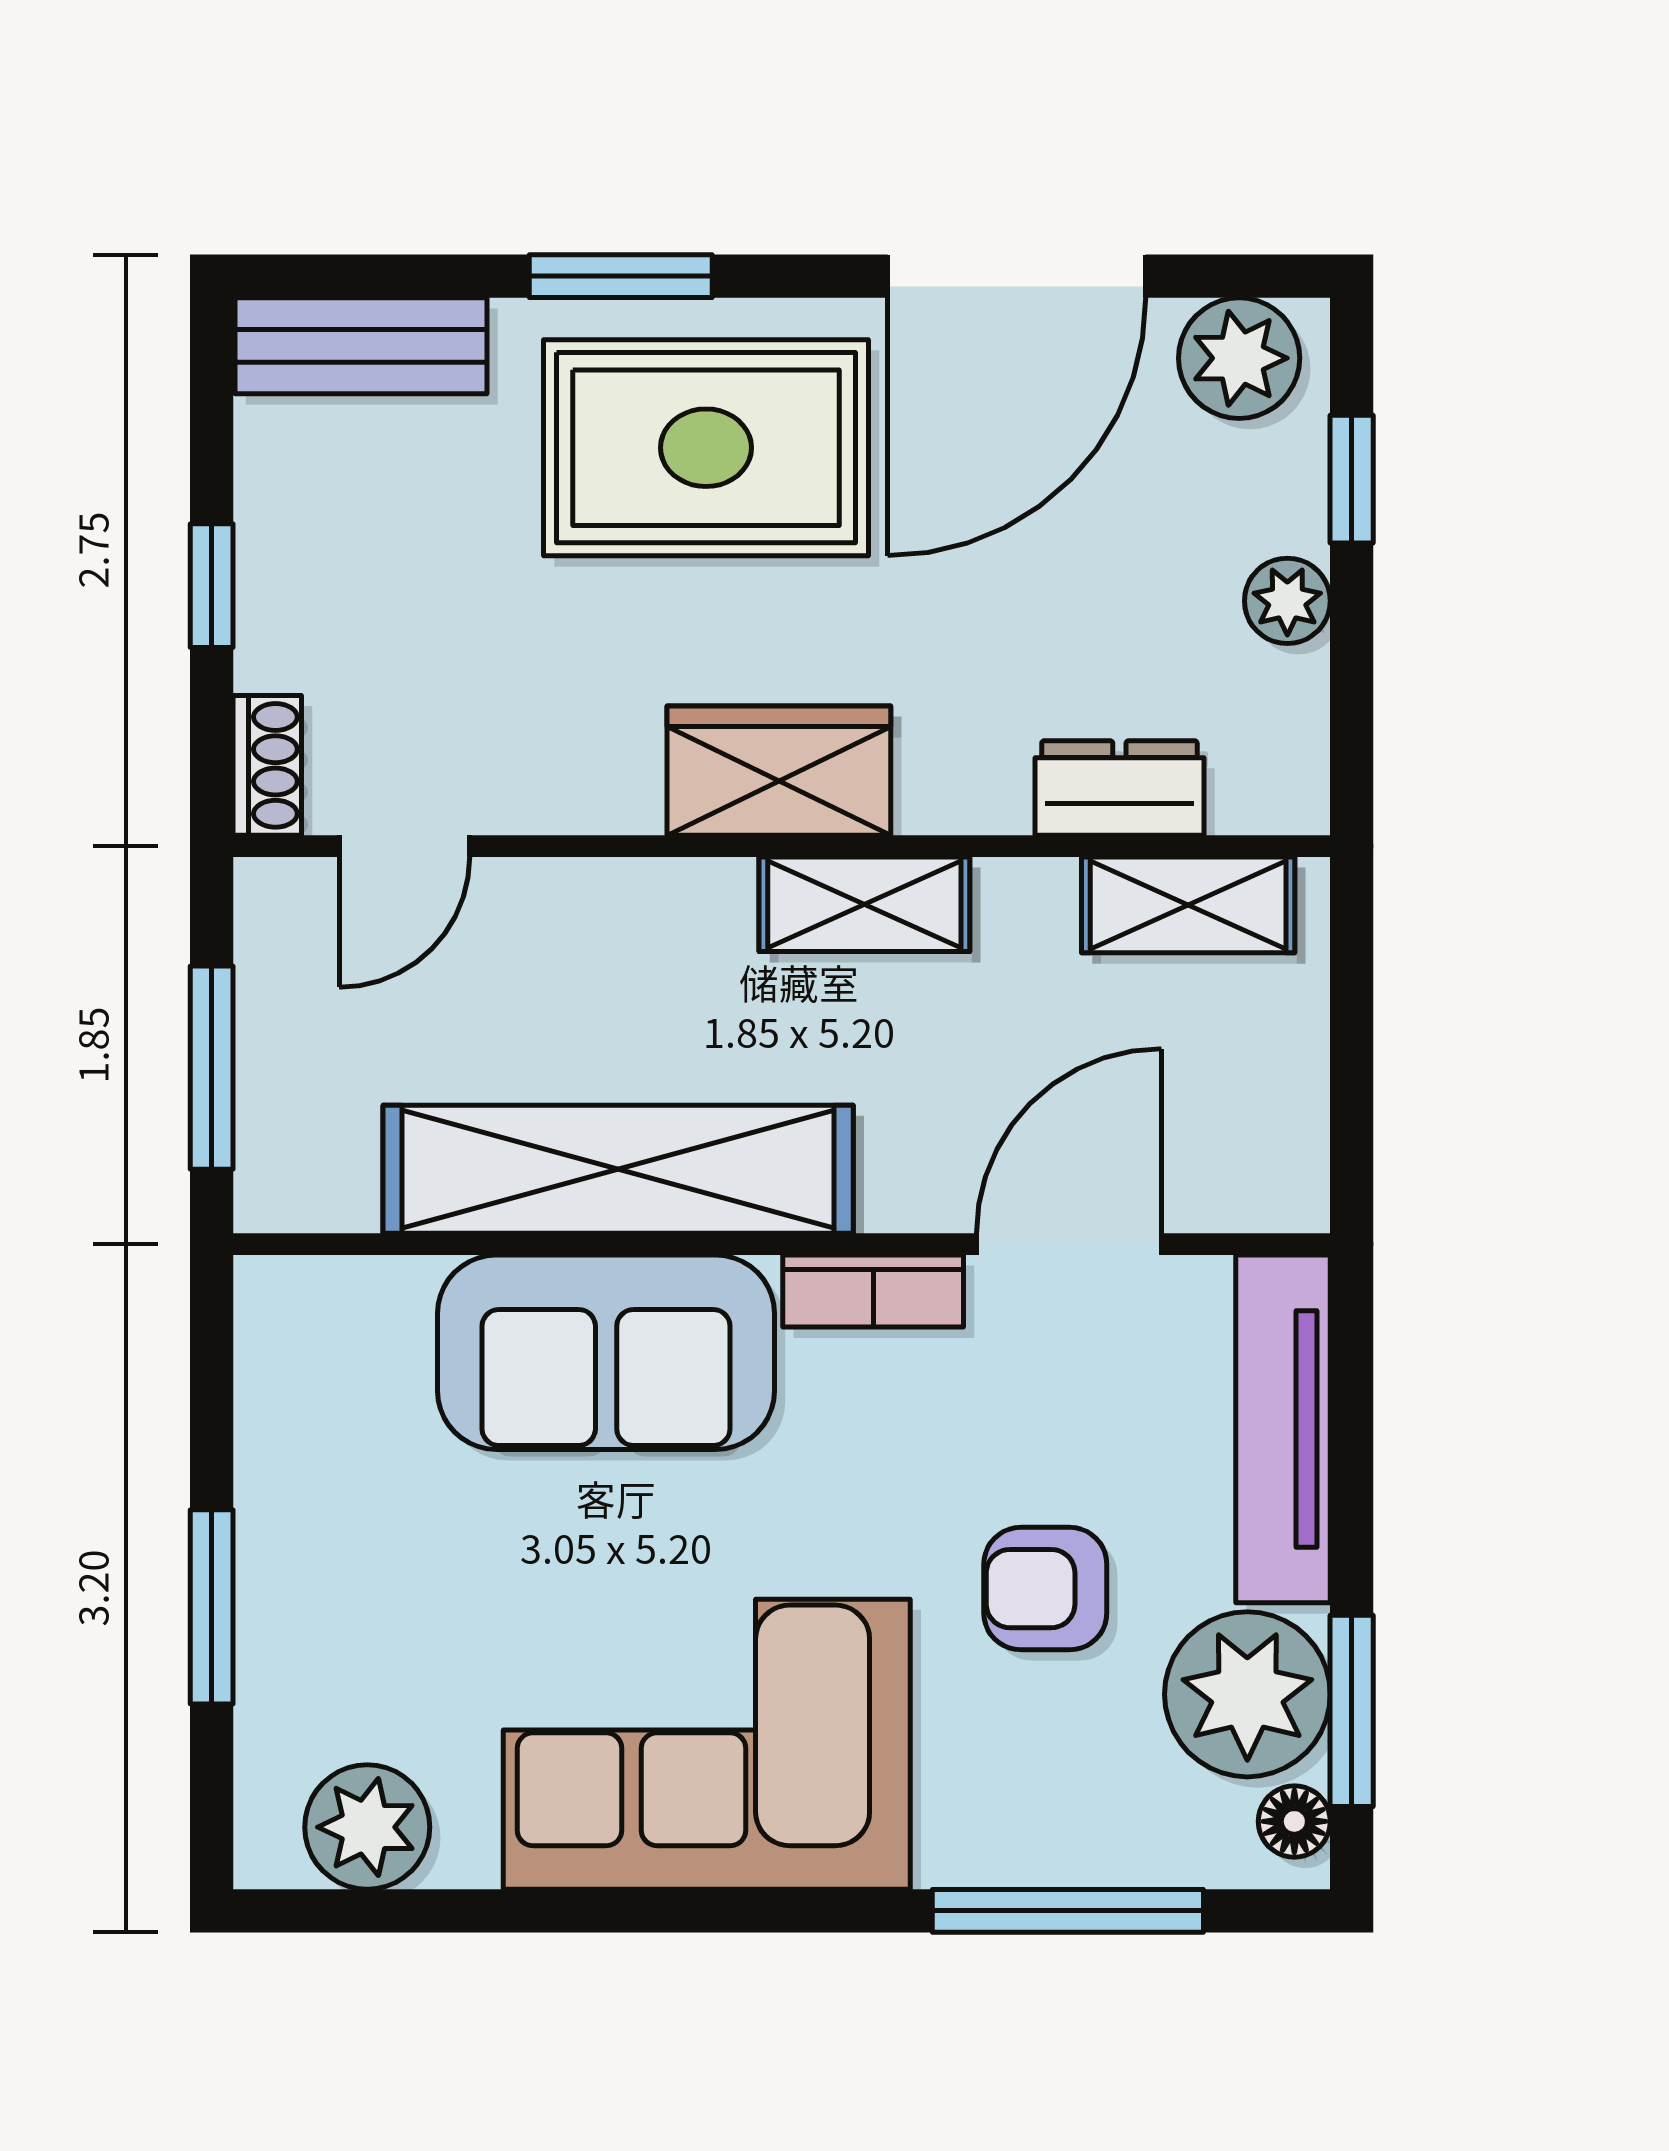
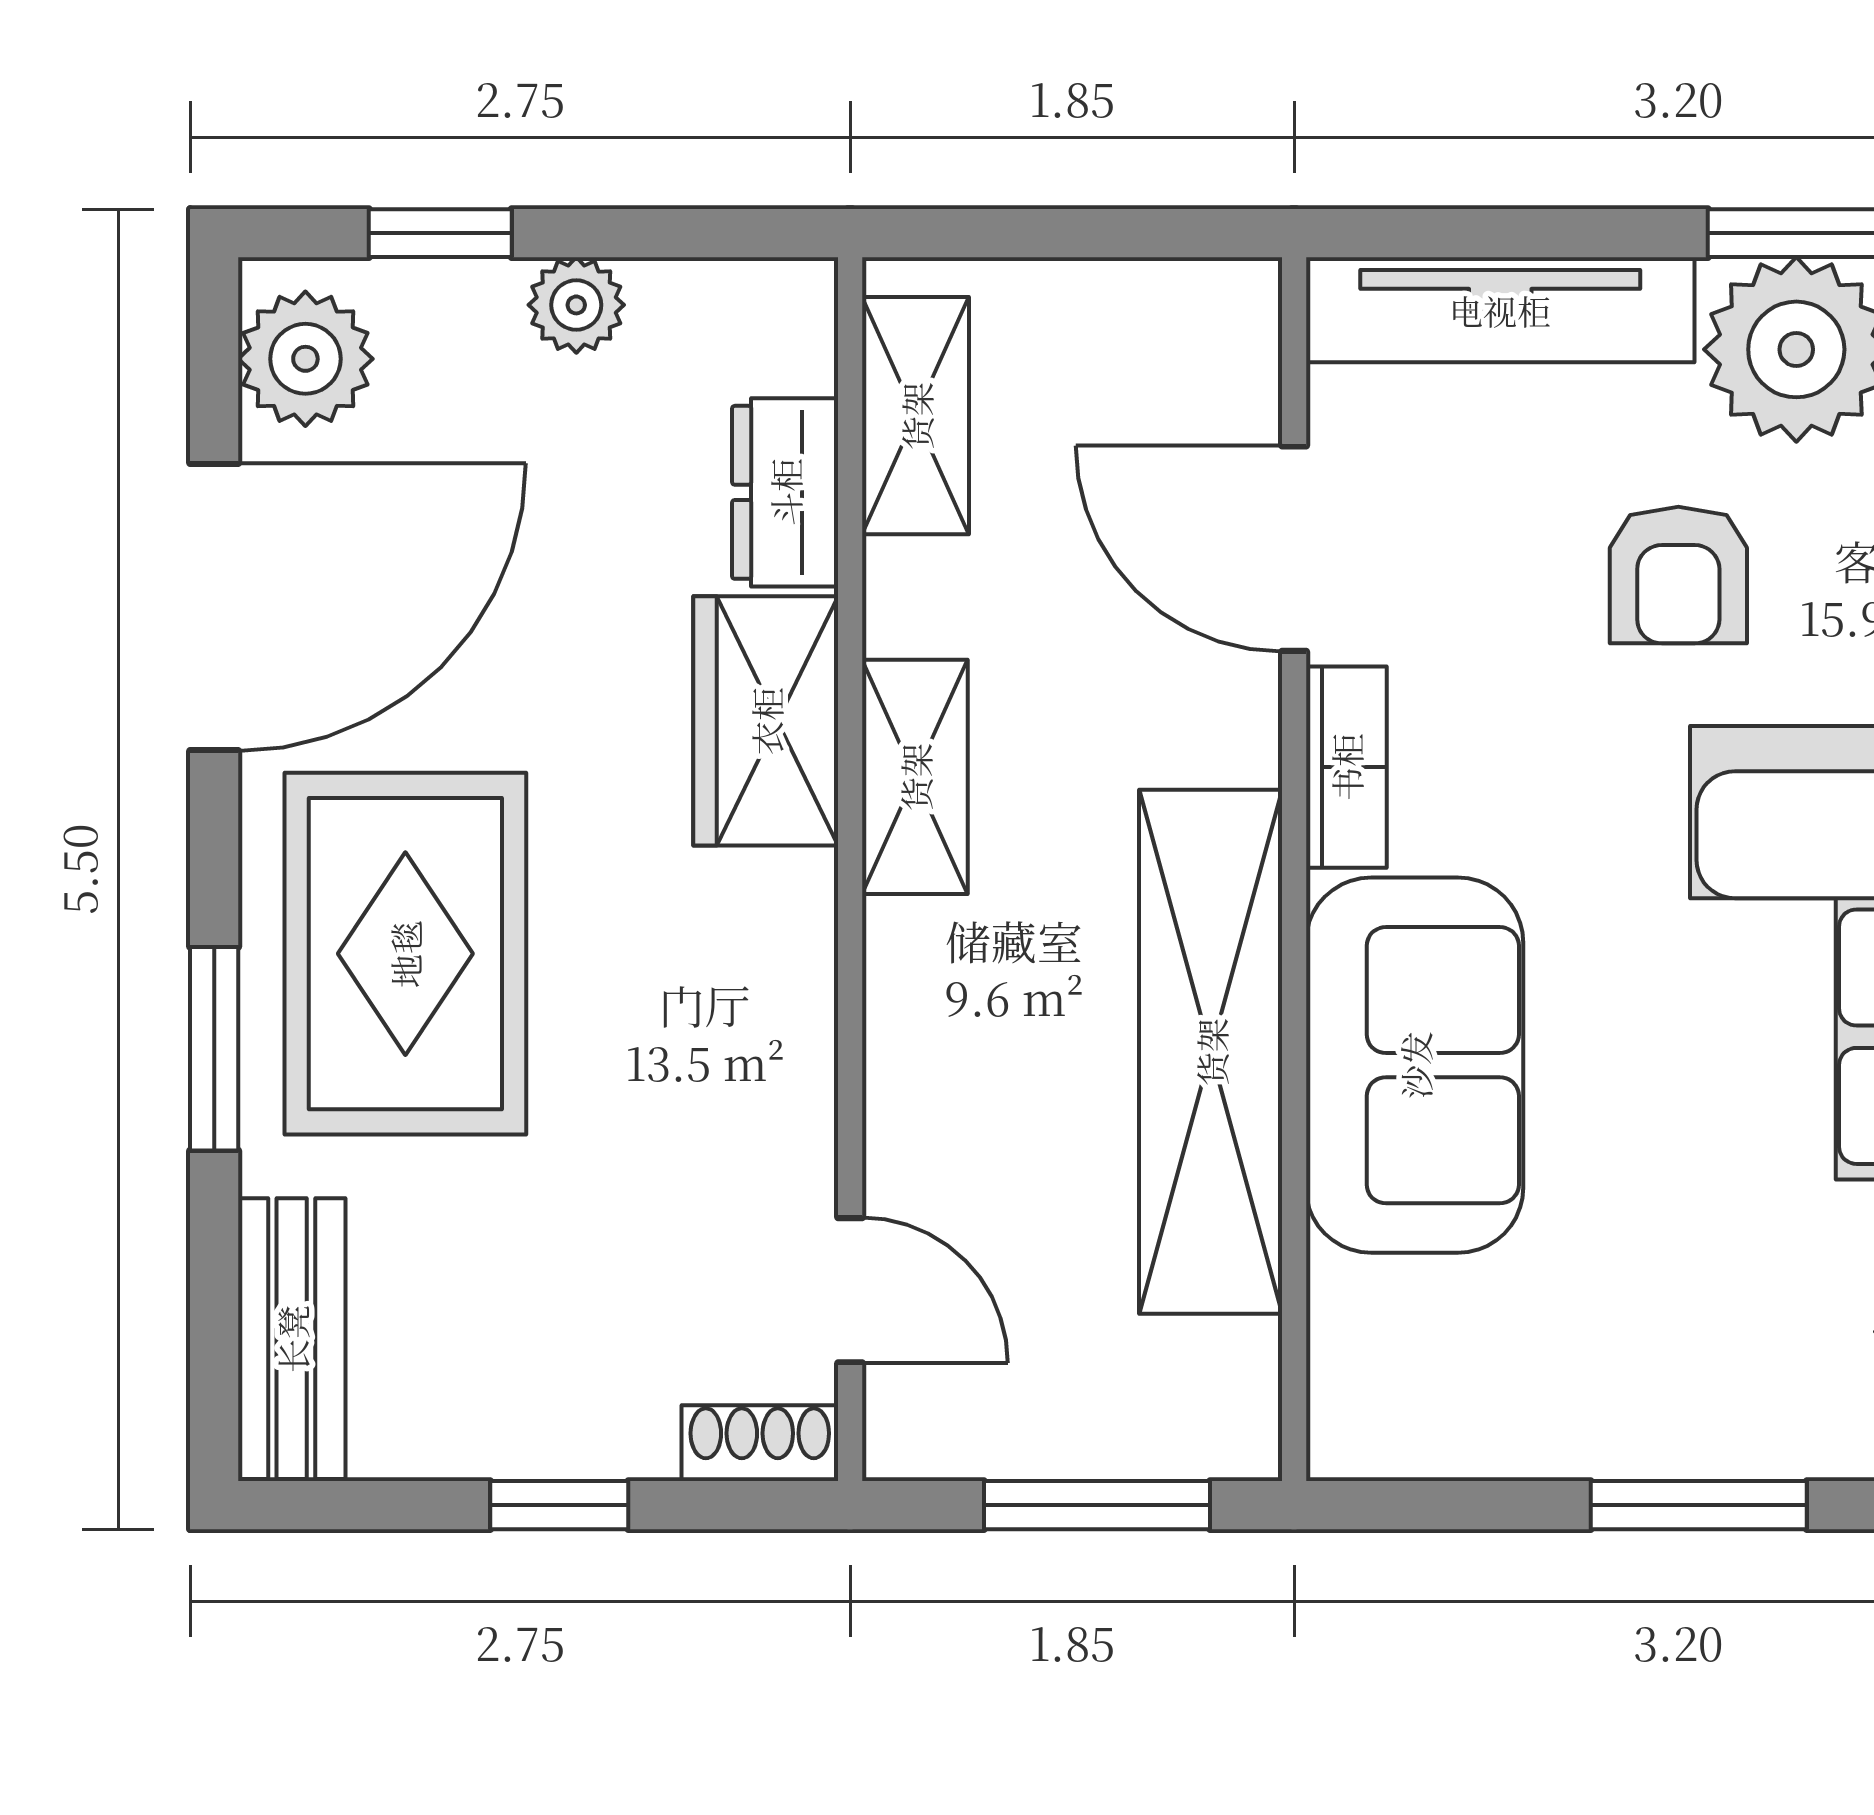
door: (1017, 276) -> (214, 607), hinge flipped
wardrobe: (779, 771) -> (766, 721), moved

